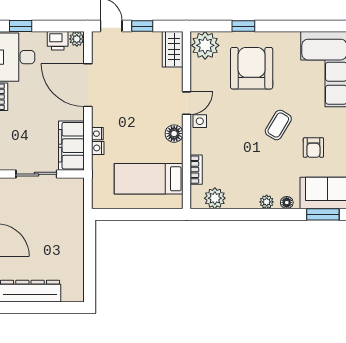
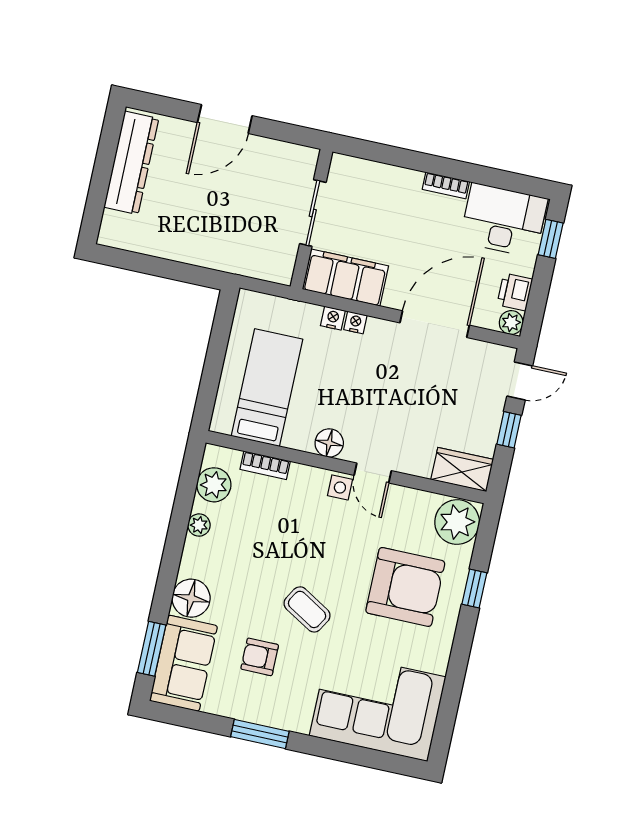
plant: (267, 202) -> (199, 525), moved
floor lamp: (287, 203) -> (191, 598), width x1.89, depth x1.89

